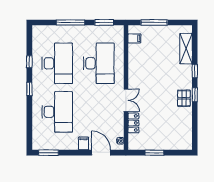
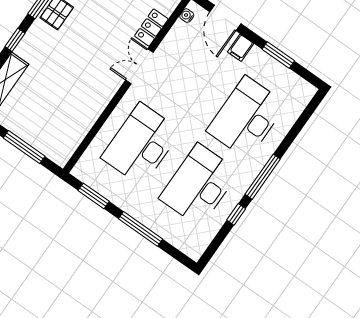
filing cabinet: (134, 38) -> (67, 144), removed
window: (29, 89) -> (263, 177), width x2.17
window: (49, 153) -> (278, 55), moved

